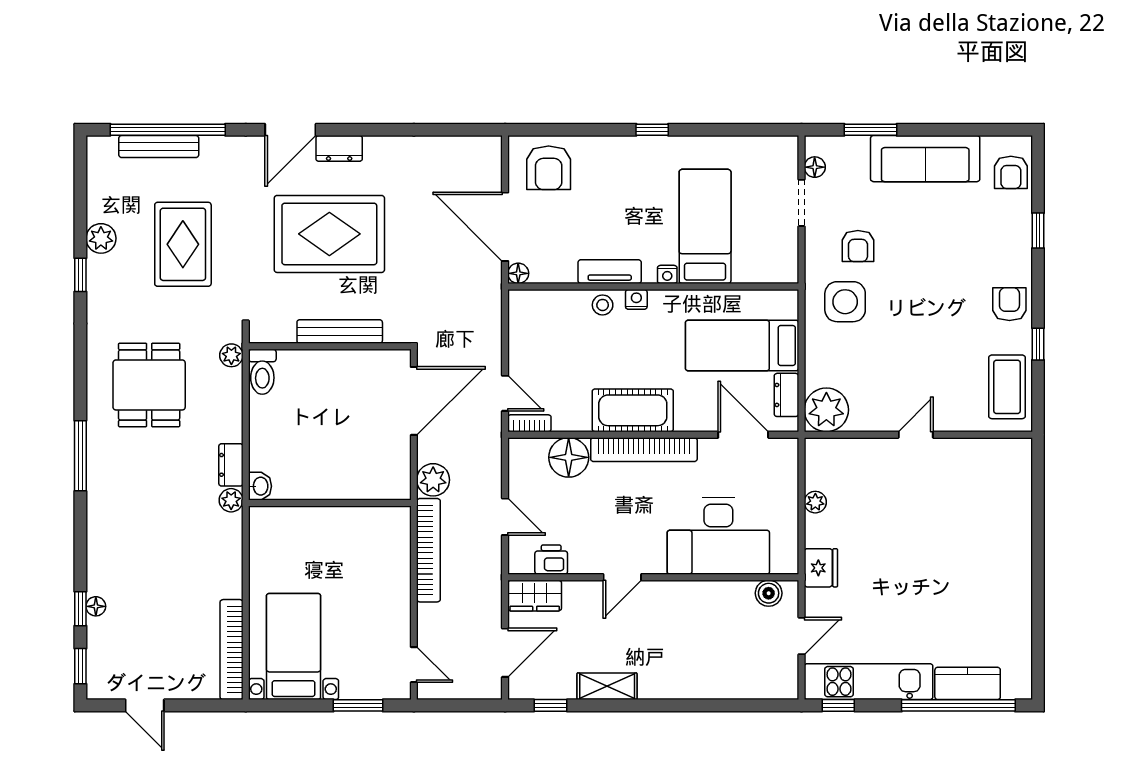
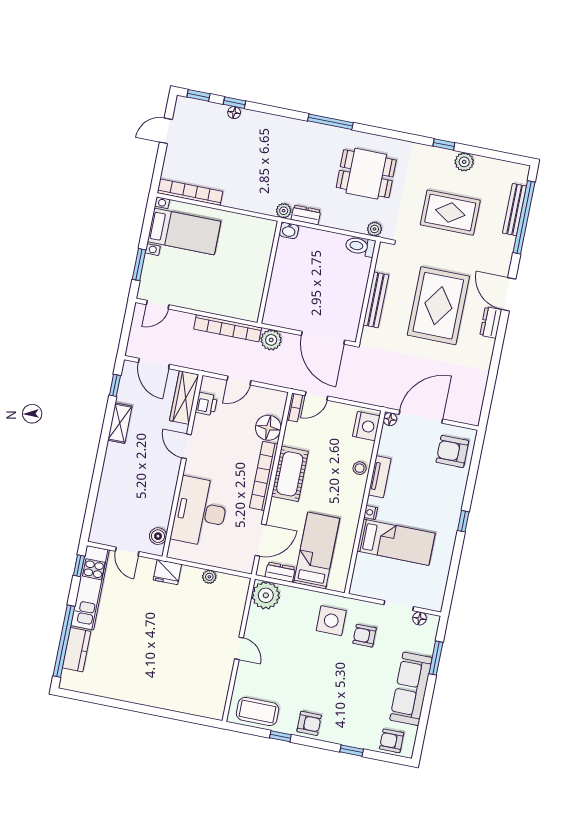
nightstand: (636, 299) -> (366, 426), moved, width x1.89, depth x1.79
wardrobe: (535, 596) -> (184, 397), width x1.50

